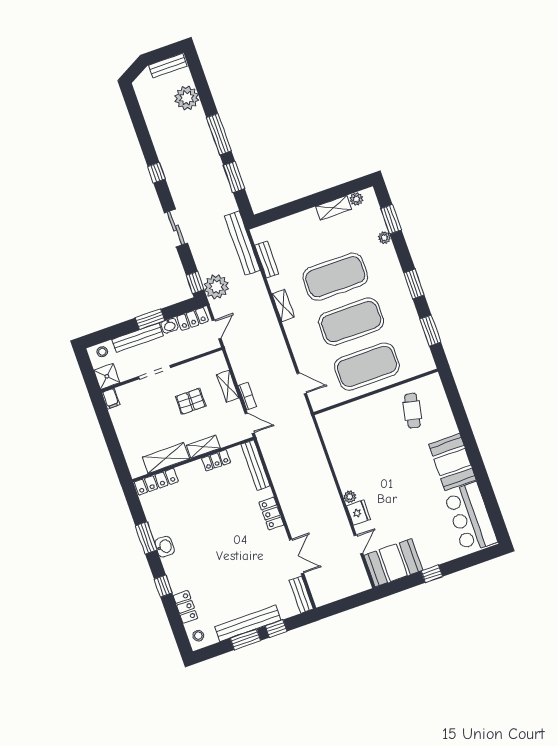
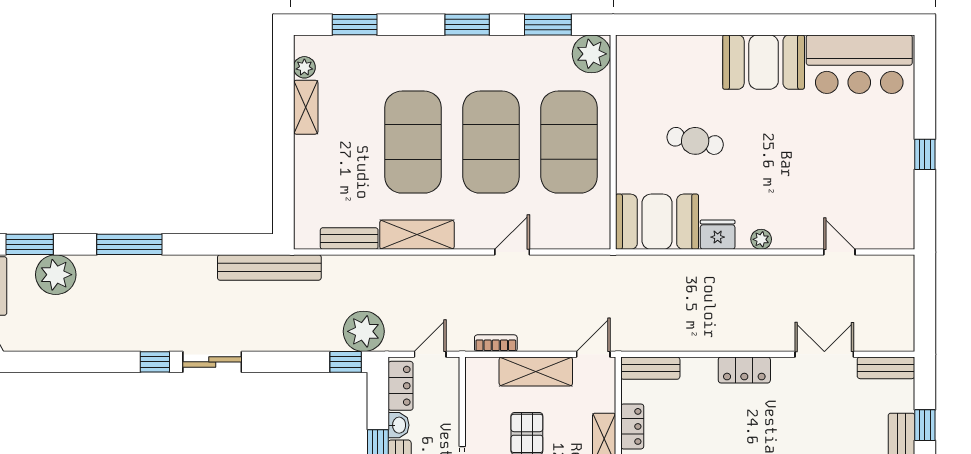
window: (234, 177) -> (30, 244), moved
sliding door: (176, 228) -> (212, 362), moved
plant: (384, 238) -> (591, 54), moved, width x1.87, depth x1.87
bench: (242, 243) -> (269, 267), moved
shelving: (283, 306) -> (417, 235), width x1.50, depth x1.33
door: (217, 329) -> (430, 354), hinge flipped
door: (302, 383) -> (512, 252), moved
shelving: (228, 386) -> (536, 371), width x1.50, depth x1.33
bookcase: (247, 396) -> (496, 343), moved
cafe table: (412, 411) -> (695, 141), moved
bench: (255, 465) -> (650, 368), width x0.73
fridge: (358, 513) -> (718, 235), moved
booth: (393, 563) -> (657, 222), moved, turned 90

